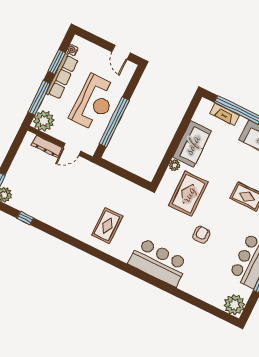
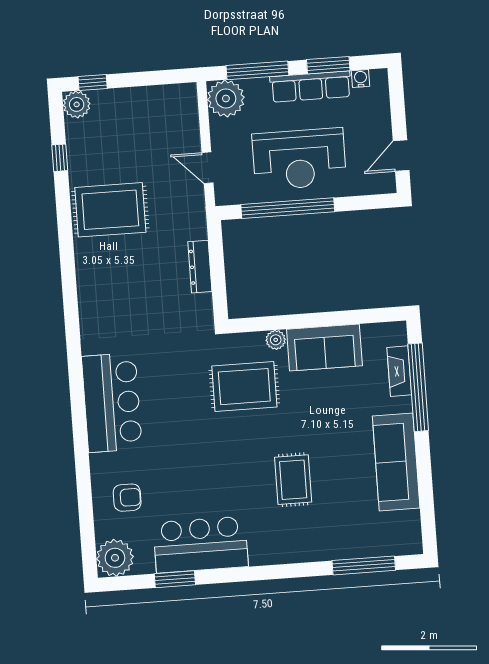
dresser: (47, 146) -> (200, 267), moved
rug: (107, 226) -> (110, 210), moved, width x1.36, depth x1.43
armchair: (201, 235) -> (127, 498), moved

